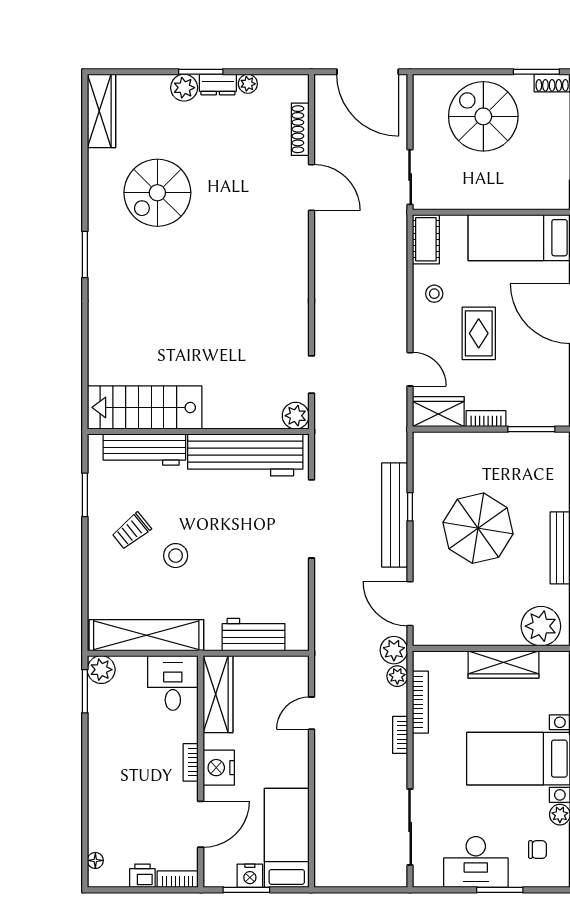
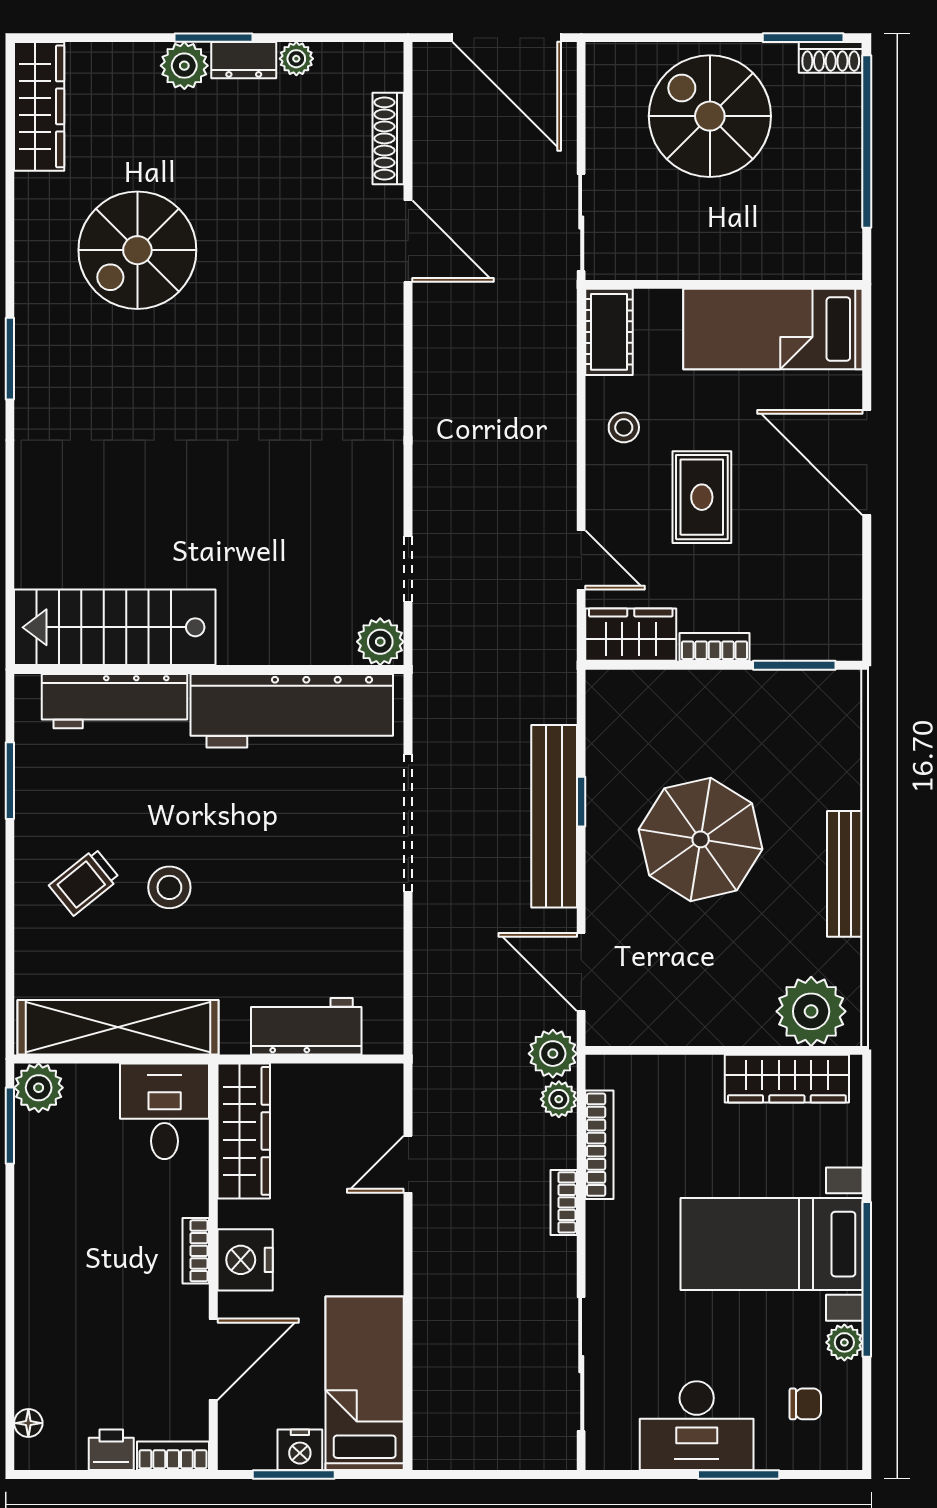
trolley: (131, 531) -> (84, 882), moved
wardrobe: (503, 664) -> (787, 1079), moved

